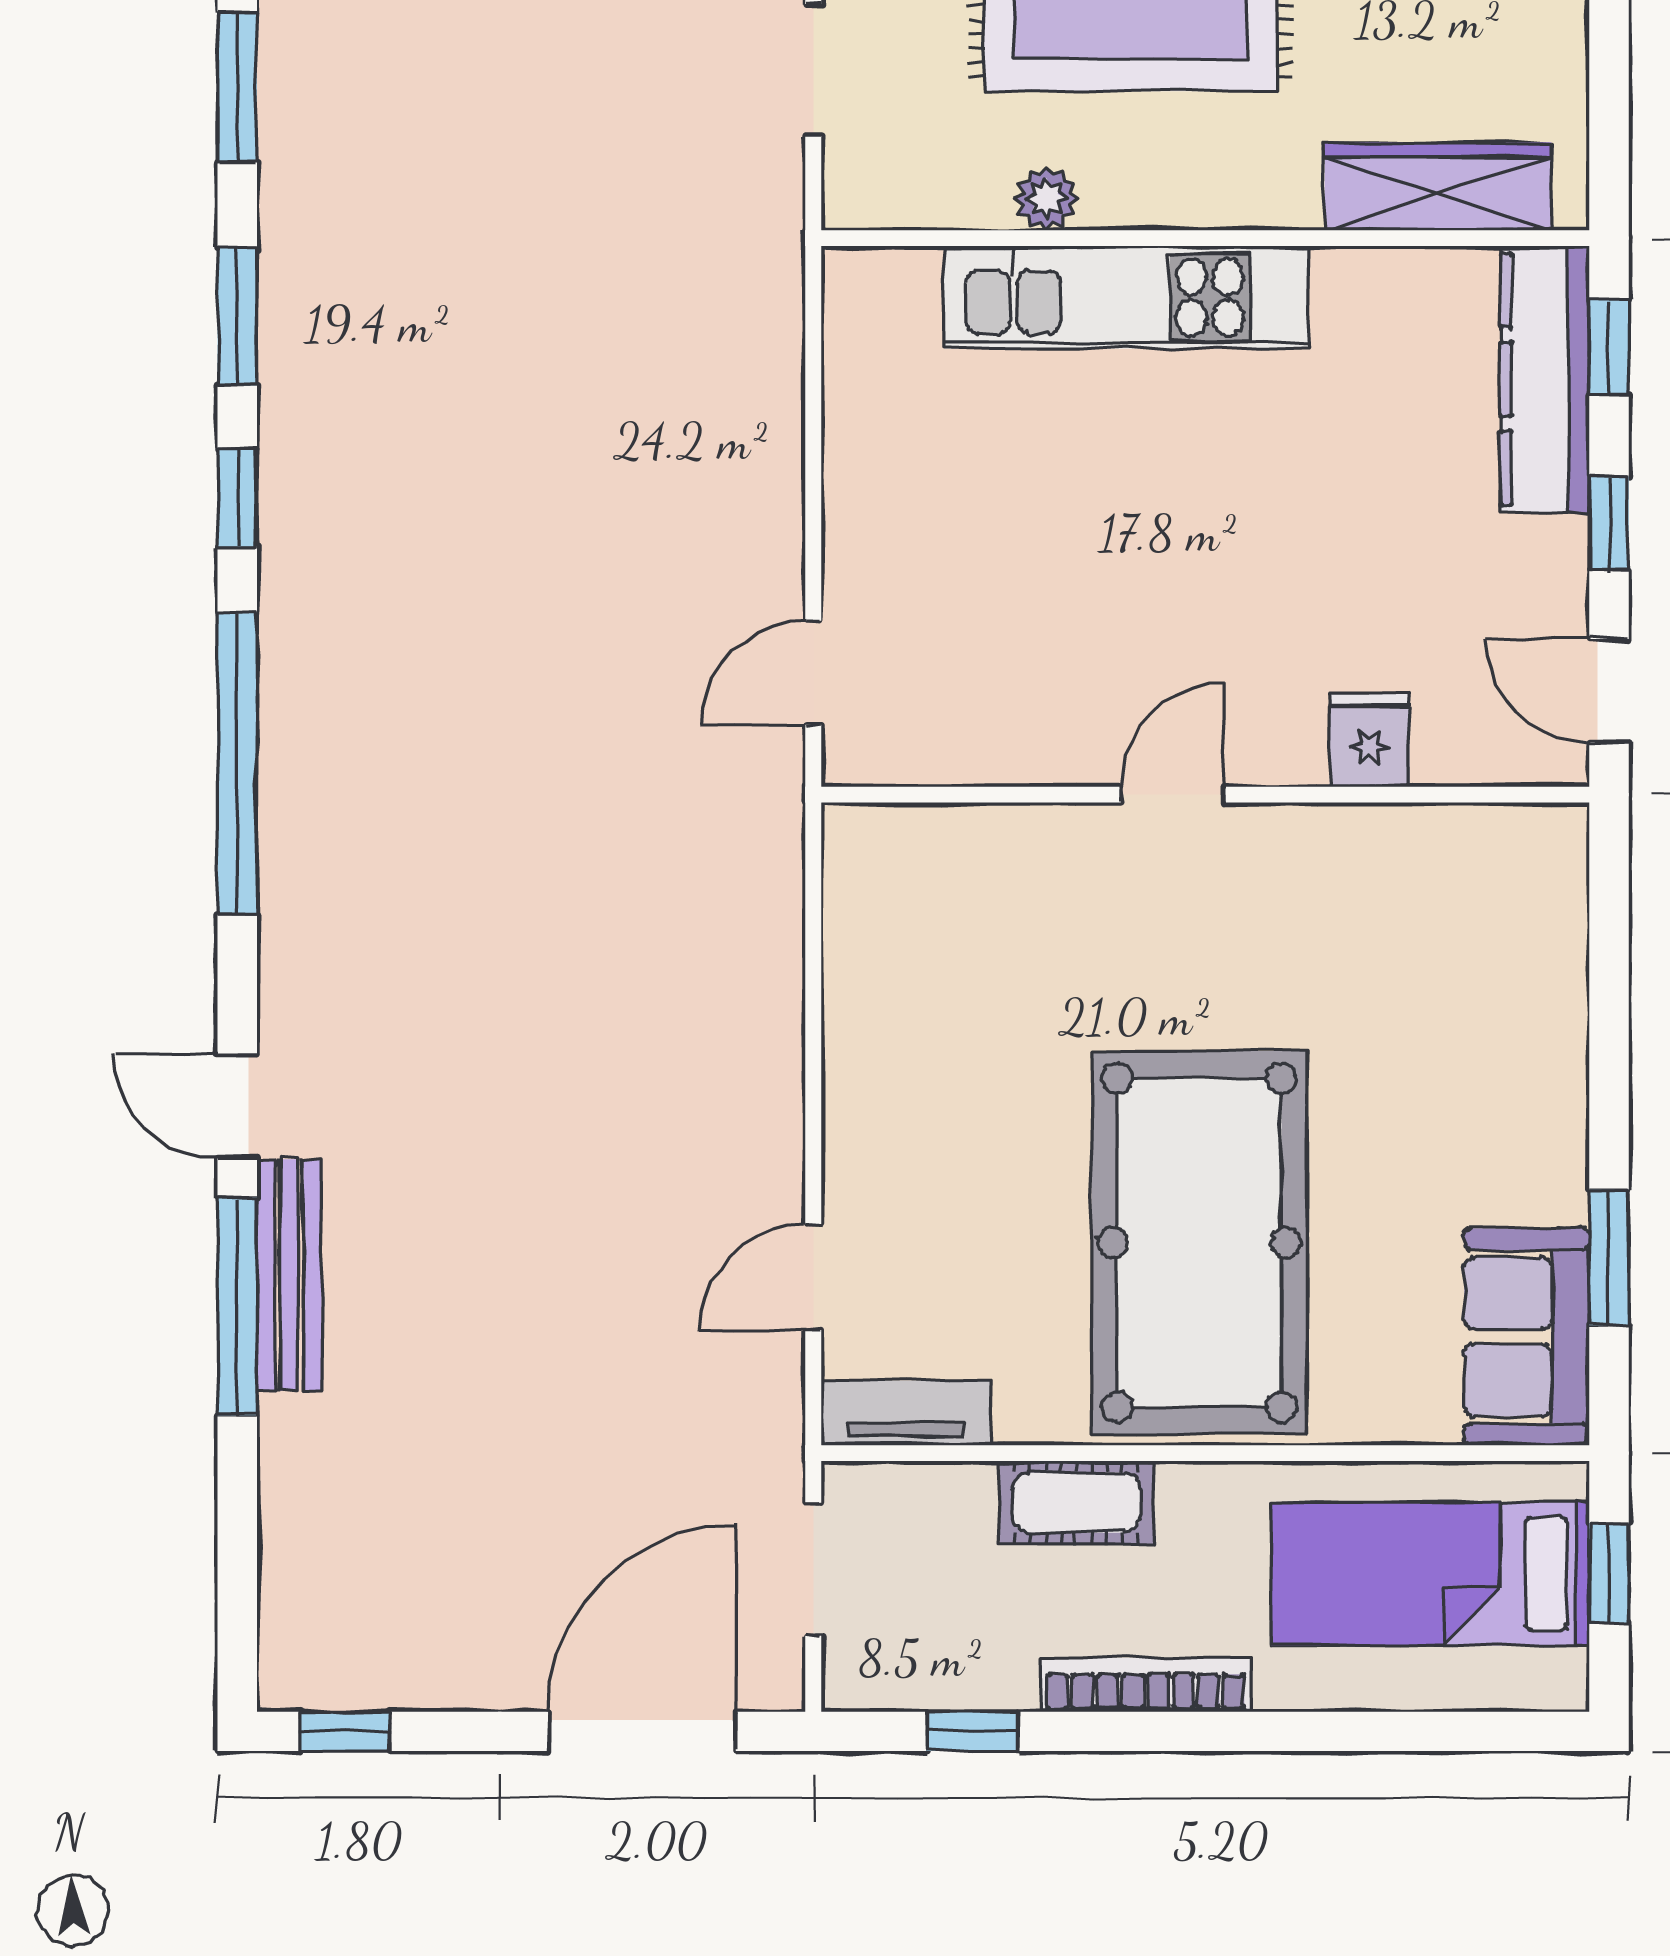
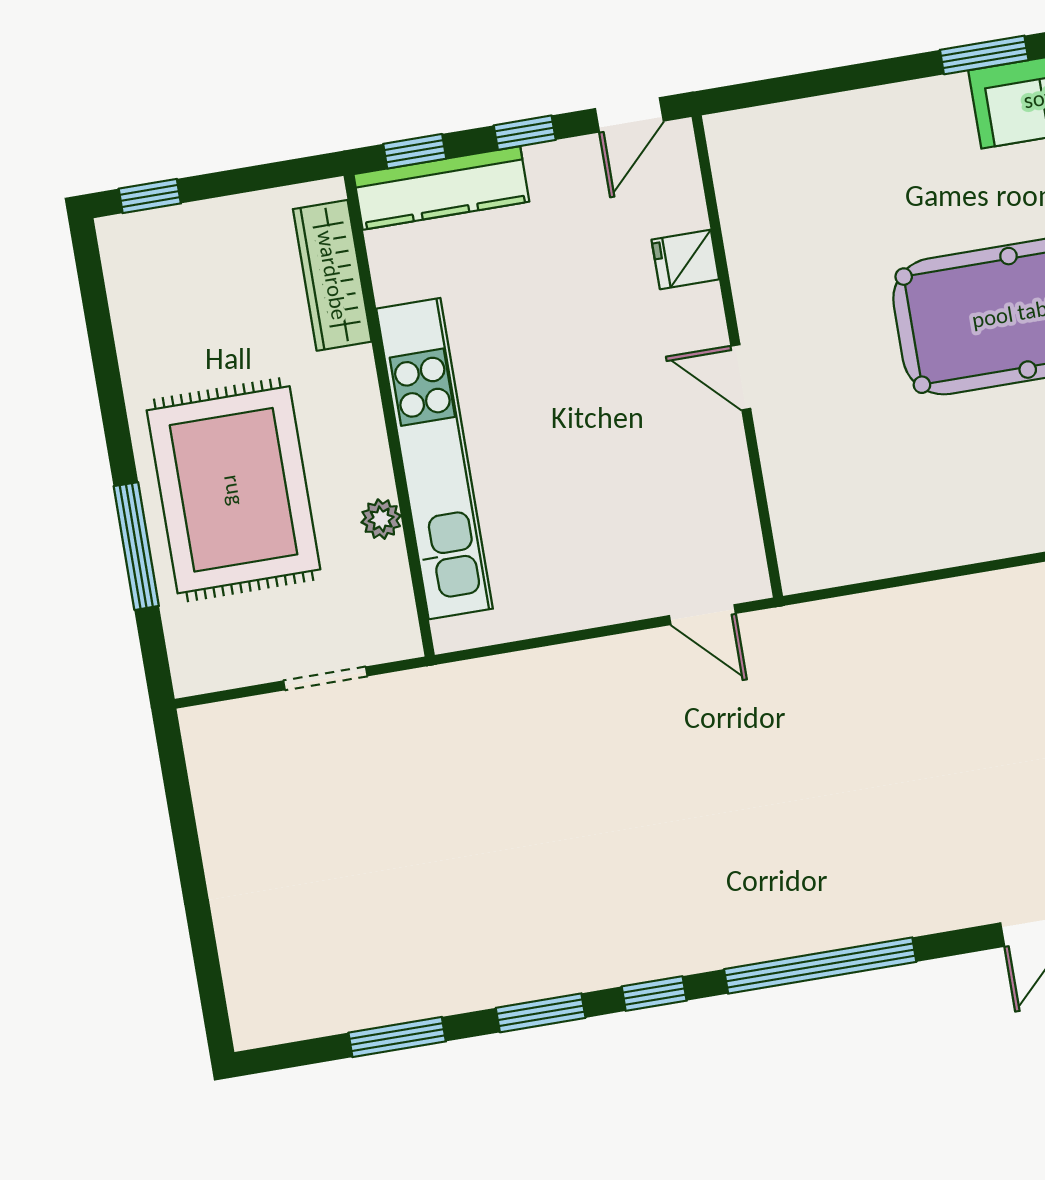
kitchen unit: (1126, 297) -> (434, 459), width x1.36

